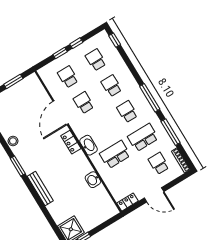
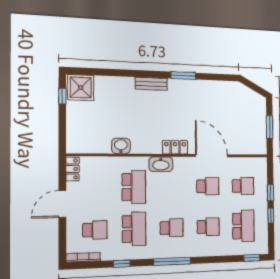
school desk: (96, 60) -> (243, 226), width x1.85
window: (171, 132) -> (122, 264), width x0.46
stool: (13, 141) -> (212, 88), removed
bench: (40, 189) -> (151, 84), width x0.73

